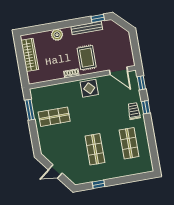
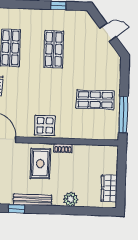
wardrobe: (30, 55) -> (109, 188), width x0.67
window: (30, 110) -> (123, 114), width x1.44

